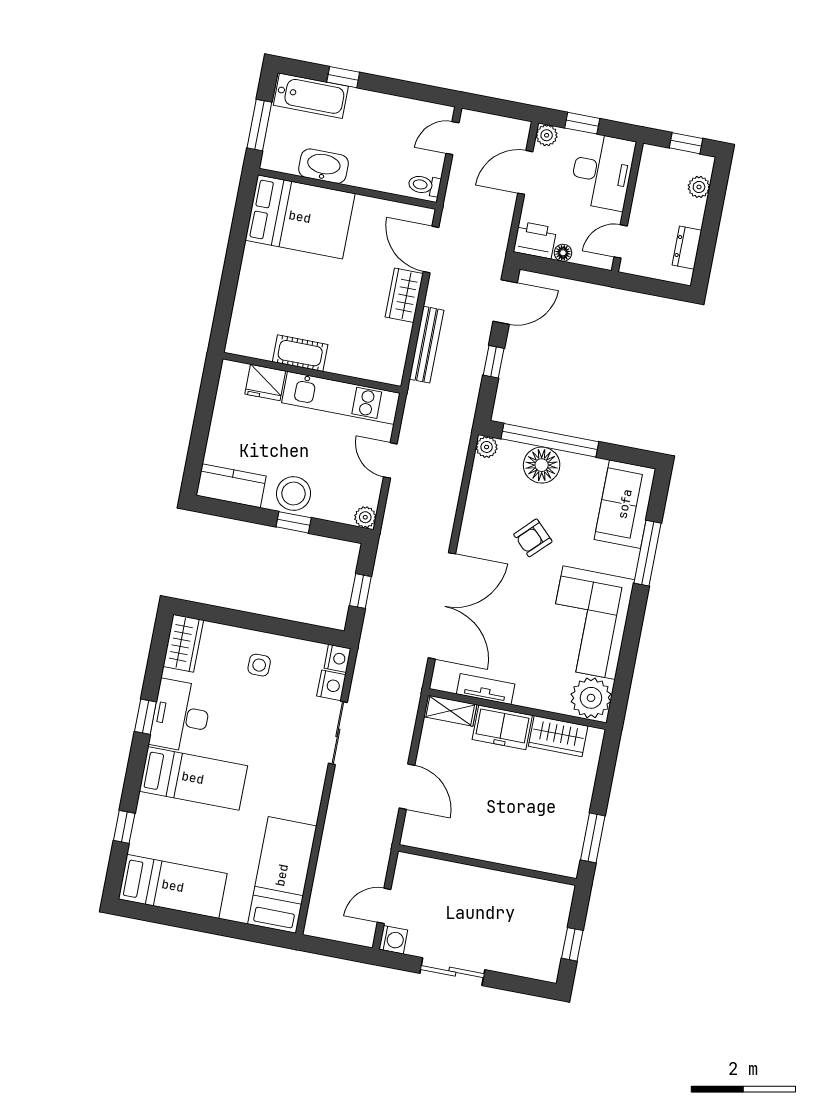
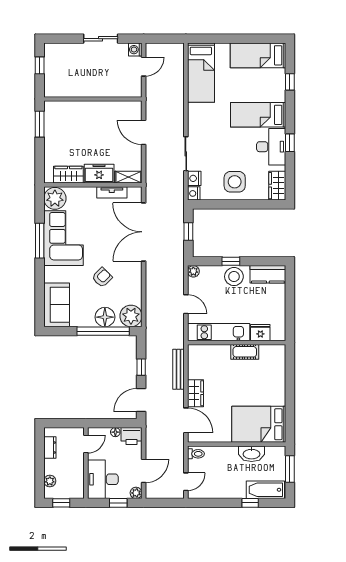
plant: (487, 447) -> (131, 316), width x1.88, depth x1.88
window: (648, 553) -> (40, 241), moved
side table: (259, 665) -> (235, 182), width x1.87, depth x1.87

